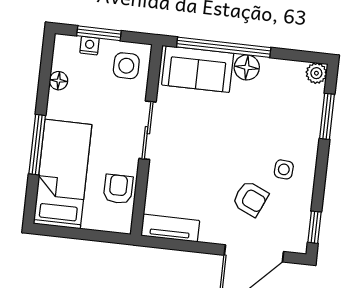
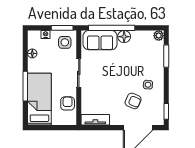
window: (99, 33) -> (62, 28), moved

